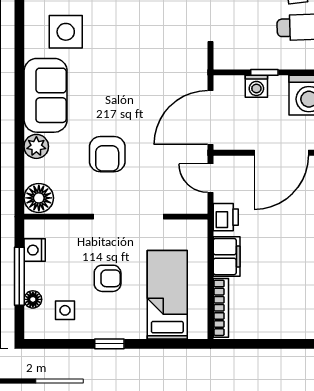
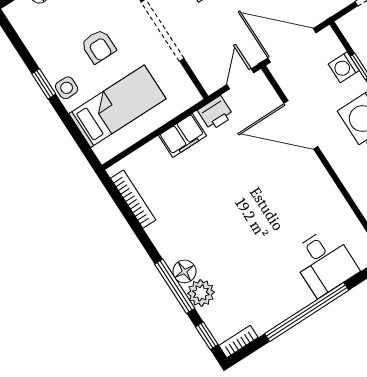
bookcase: (221, 308) -> (133, 199), moved, turned -90
side table: (65, 310) -> (67, 88), moved

